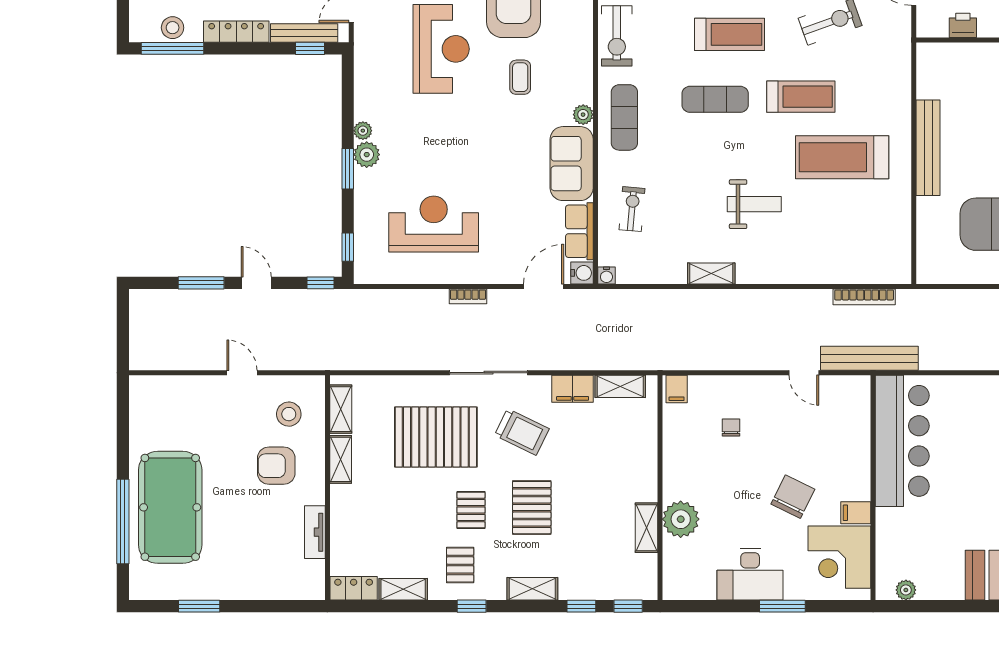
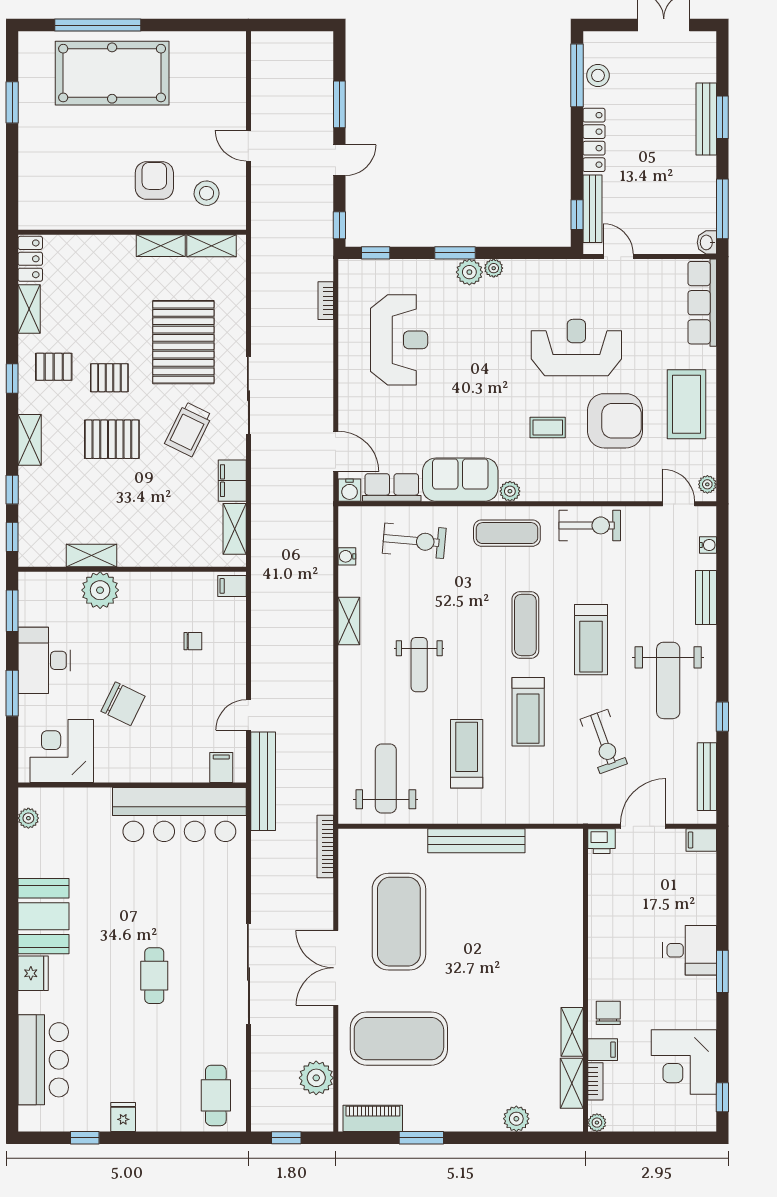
printer: (963, 25) -> (602, 841), moved, turned 90
exercise bike: (617, 36) -> (590, 525), turned 180
reception desk: (441, 49) -> (576, 348), turned 180
treadmill: (842, 157) -> (467, 754), width x0.73, depth x0.73
exercise bike: (632, 209) -> (414, 541), width x1.38, depth x1.39
weight bench: (867, 237) -> (386, 779), added
water cooler: (606, 275) -> (347, 556), moved
bookcase: (468, 296) -> (326, 301), moved
bookcase: (864, 297) -> (325, 846), moved
door: (242, 373) -> (248, 146), swing flipped
filing cabinet: (856, 513) -> (221, 768), moved
tv unit: (315, 532) -> (87, 220), removed
window: (701, 606) -> (12, 611), added

